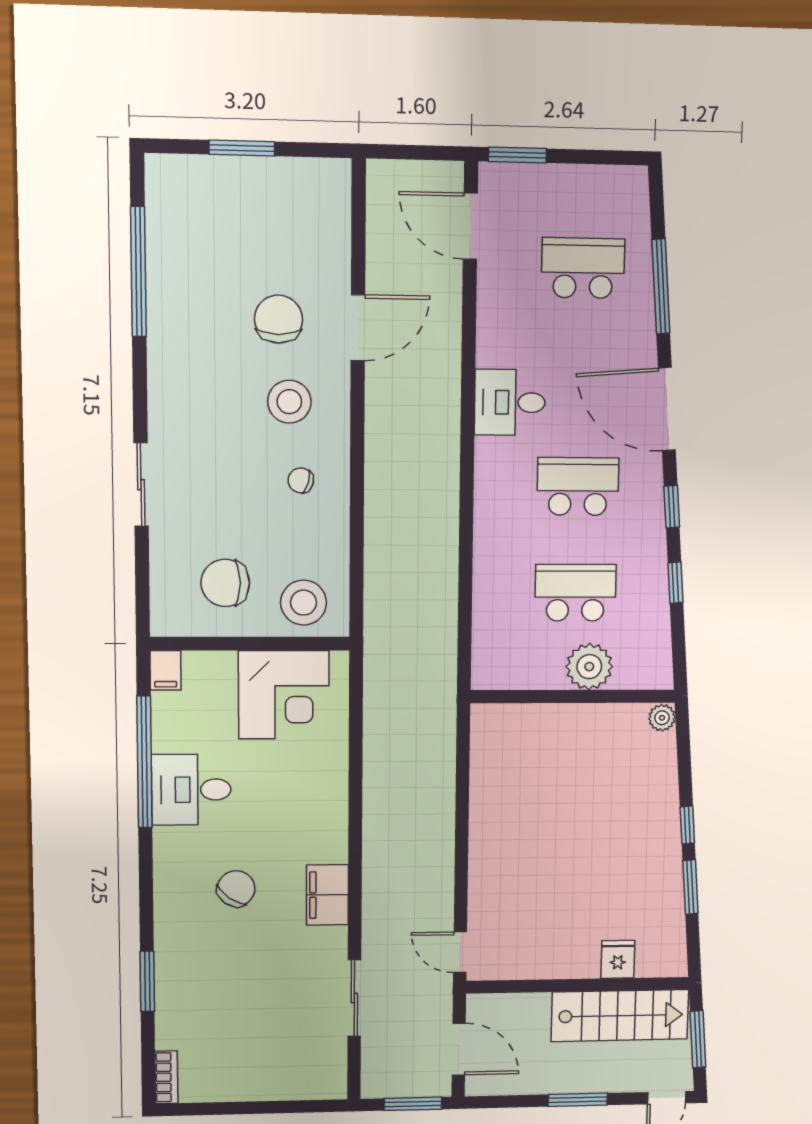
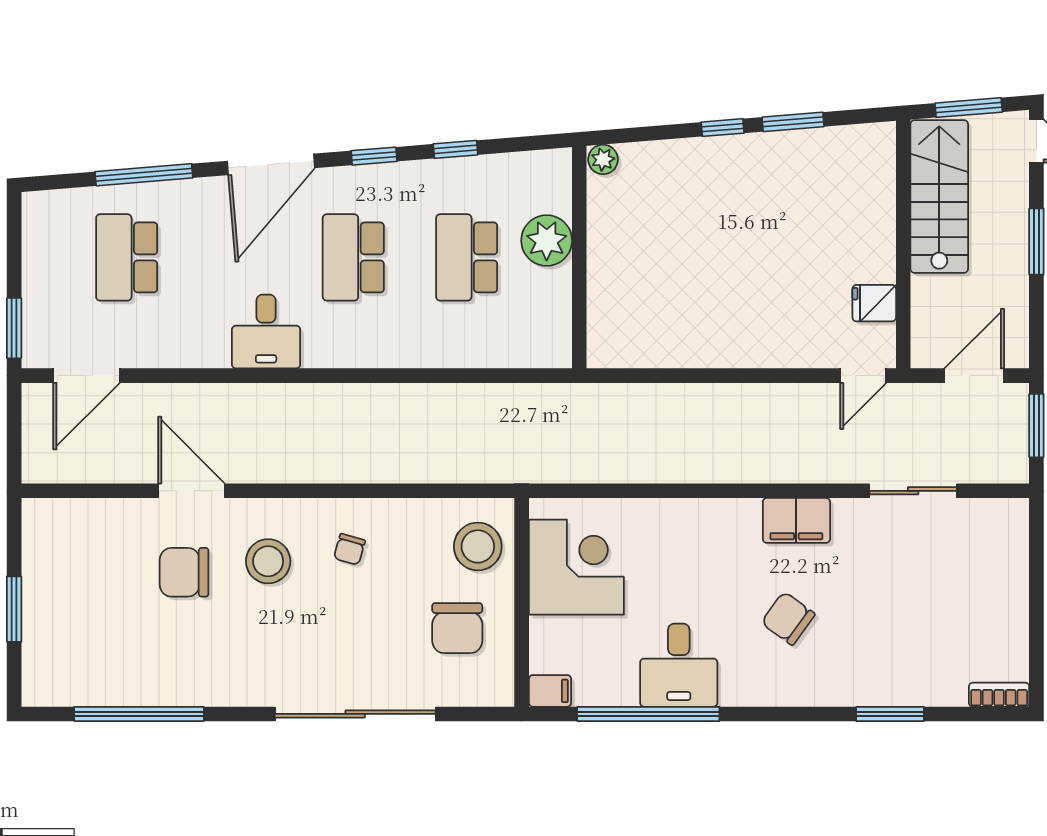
sliding door: (141, 485) -> (355, 714), width x1.86
fridge: (618, 959) -> (874, 303), moved

